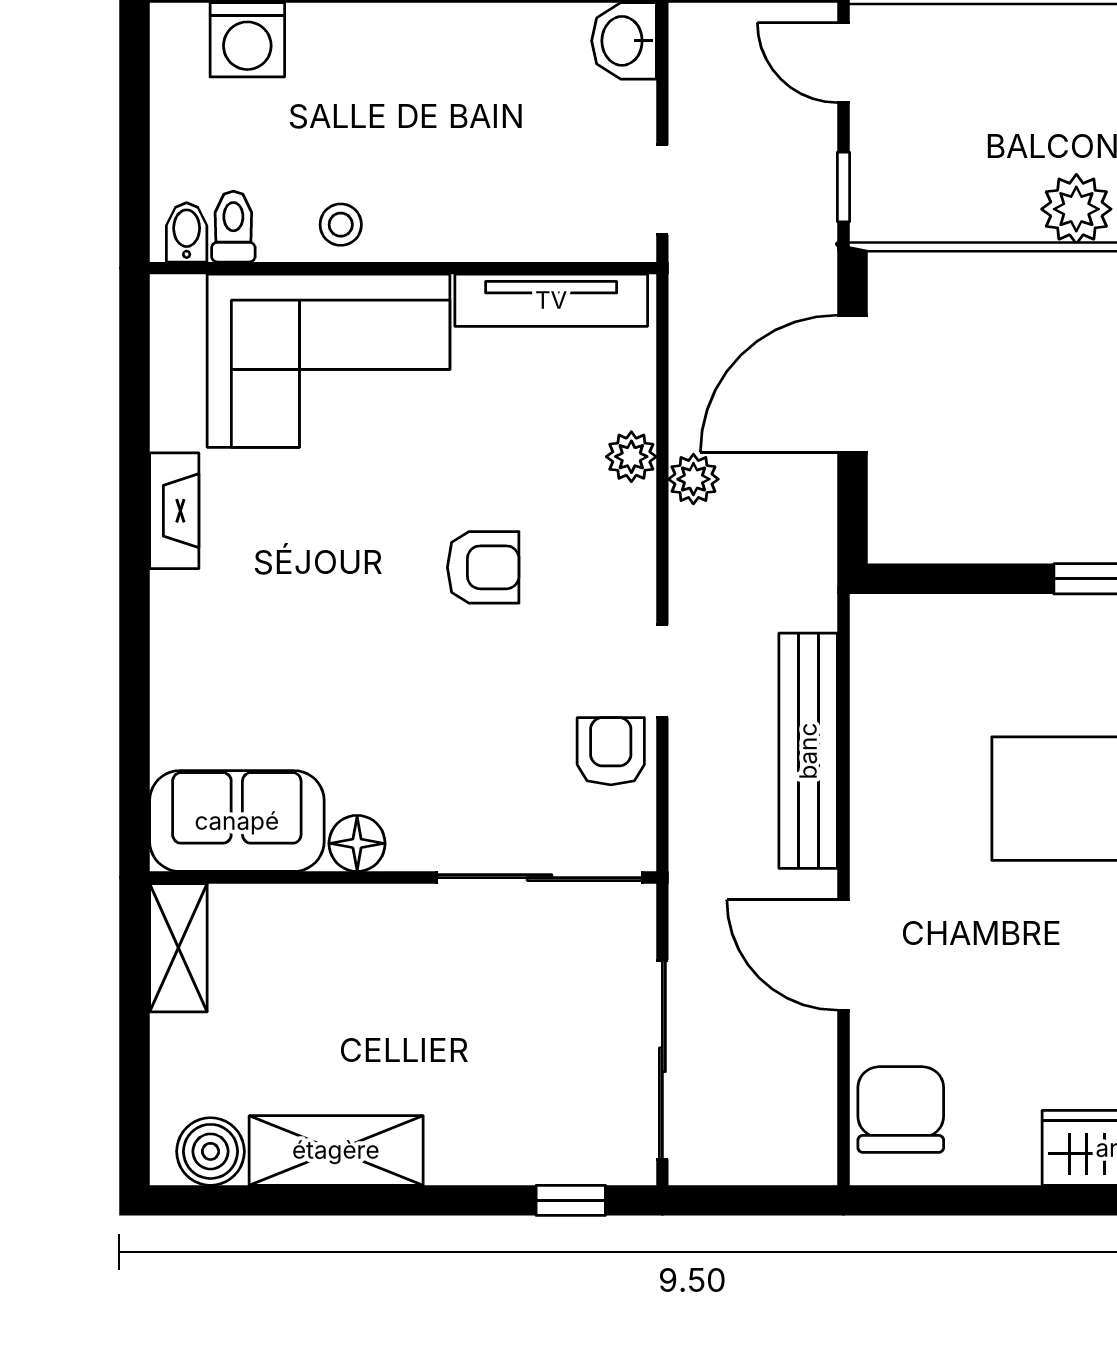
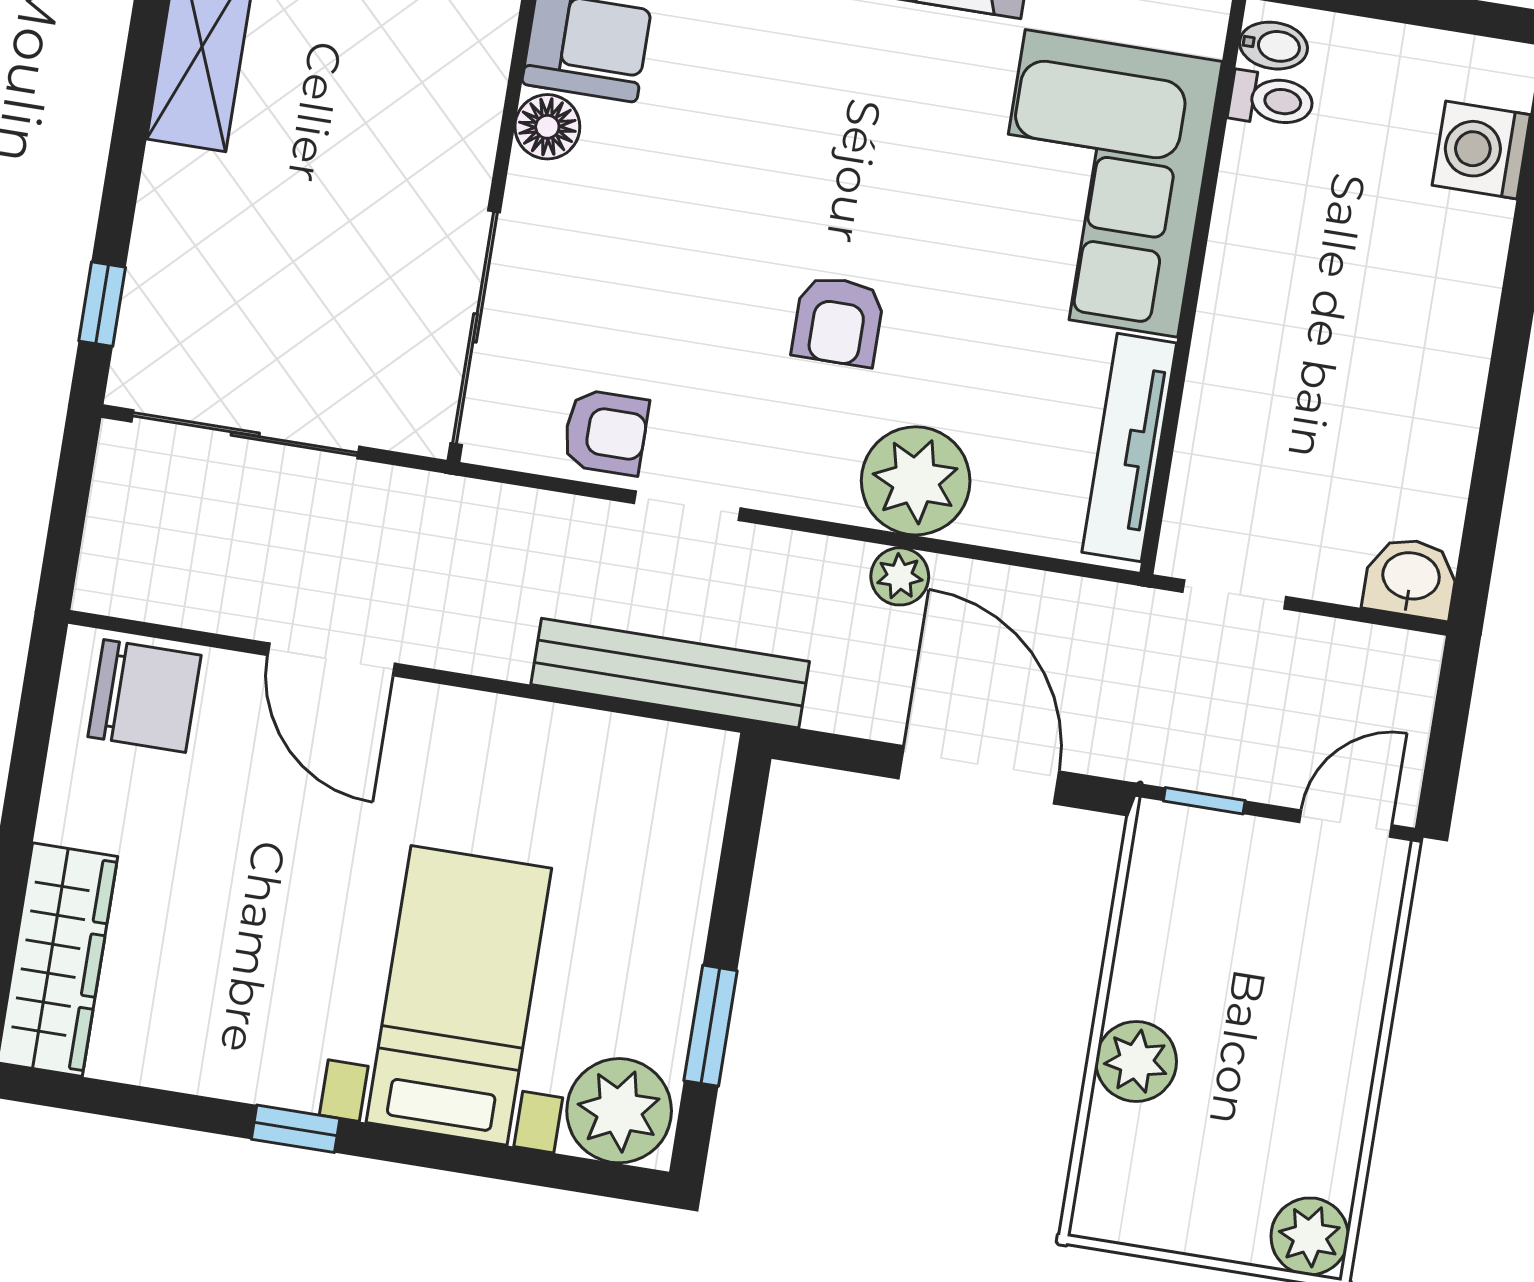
stool: (341, 225) -> (1254, 222), removed
plant: (631, 457) -> (916, 481), width x1.87, depth x1.87
bench: (808, 751) -> (670, 673), moved
door: (843, 955) -> (331, 659), swing flipped

